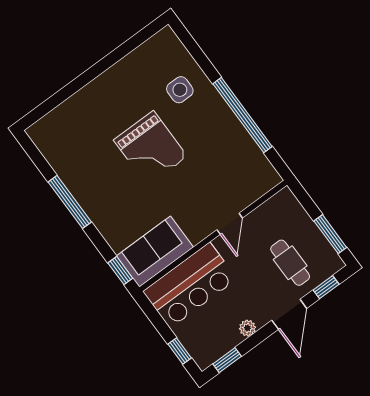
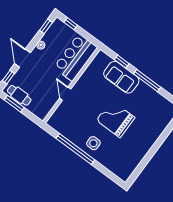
side table: (180, 90) -> (93, 143), moved
sofa: (155, 252) -> (121, 77), moved, turned 90
cafe table: (290, 263) -> (19, 95), moved
window: (120, 271) -> (122, 62), moved

